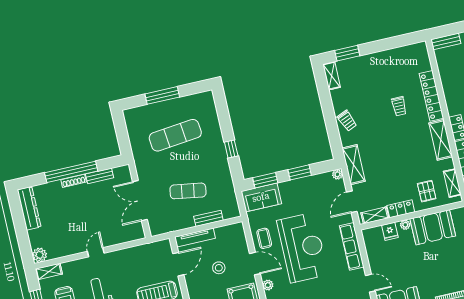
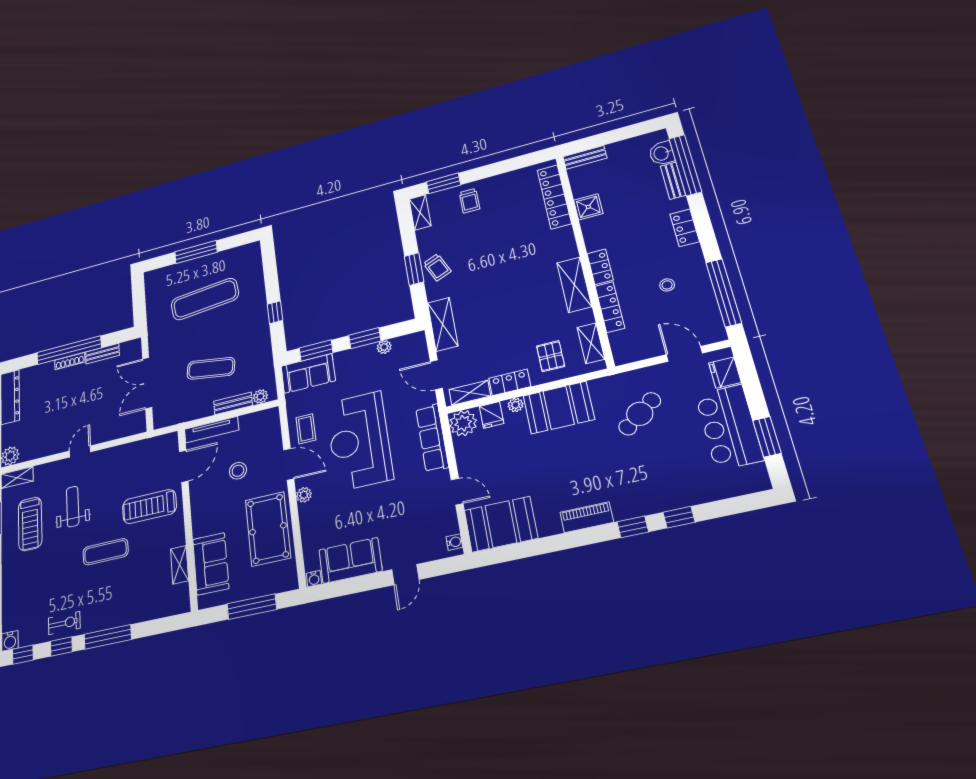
shower: (449, 81) -> (588, 207), added
locker: (431, 96) -> (554, 197), moved
trolley: (399, 106) -> (469, 201), moved
window: (331, 121) -> (414, 269), added
plant: (338, 174) -> (384, 347), moved
door: (352, 202) -> (436, 375), hinge flipped
plant: (228, 214) -> (260, 397), added
plant: (372, 237) -> (463, 423), added
reception desk: (302, 248) -> (359, 441), turned 180

